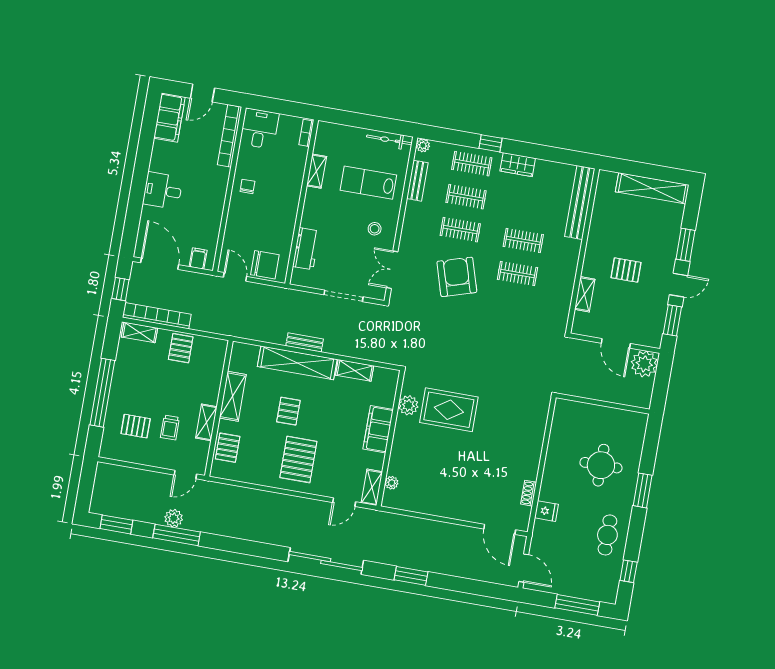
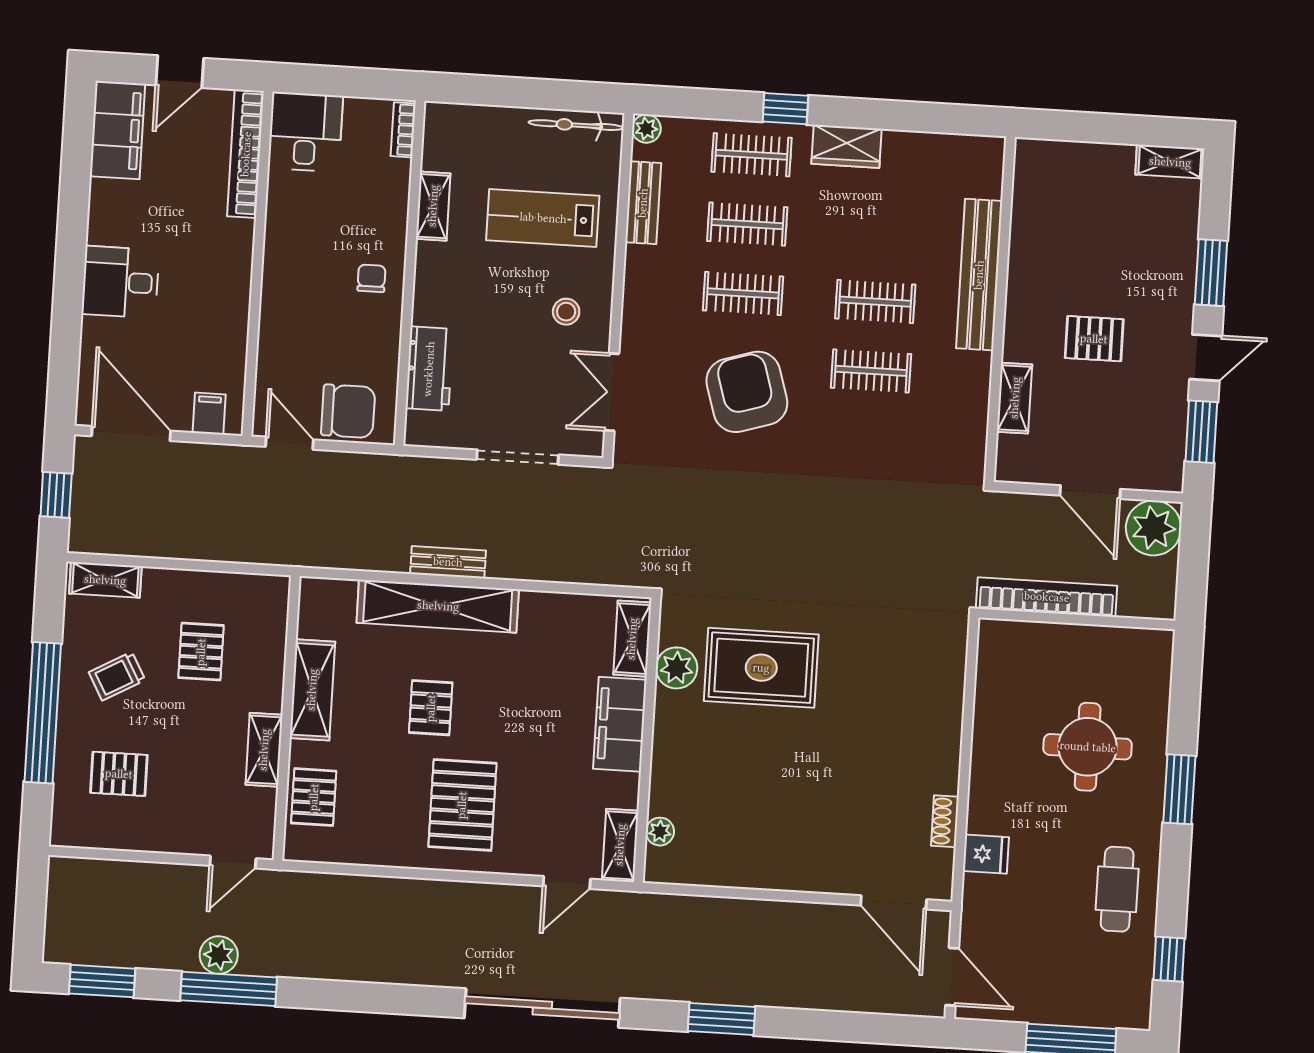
chair: (247, 186) -> (371, 278), moved
shelving: (652, 188) -> (1170, 162), width x0.45, depth x0.75
bench: (580, 203) -> (979, 275), moved
bookcase: (157, 316) -> (1047, 597), moved
pallet: (181, 348) -> (201, 652), moved
shelving: (355, 370) -> (632, 639), moved, turned 90
trolley: (170, 428) -> (117, 676), moved, turned 61

